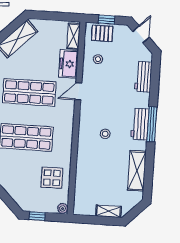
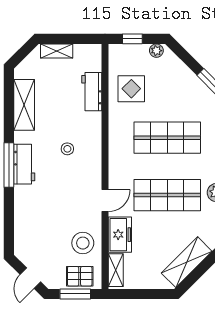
window: (107, 20) -> (75, 294), width x1.50
stool: (98, 59) -> (83, 243), width x1.89, depth x1.89
workbench: (143, 77) -> (92, 92), moved, turned 180
plant: (63, 208) -> (156, 51), moved
window: (37, 216) -> (132, 39), moved

